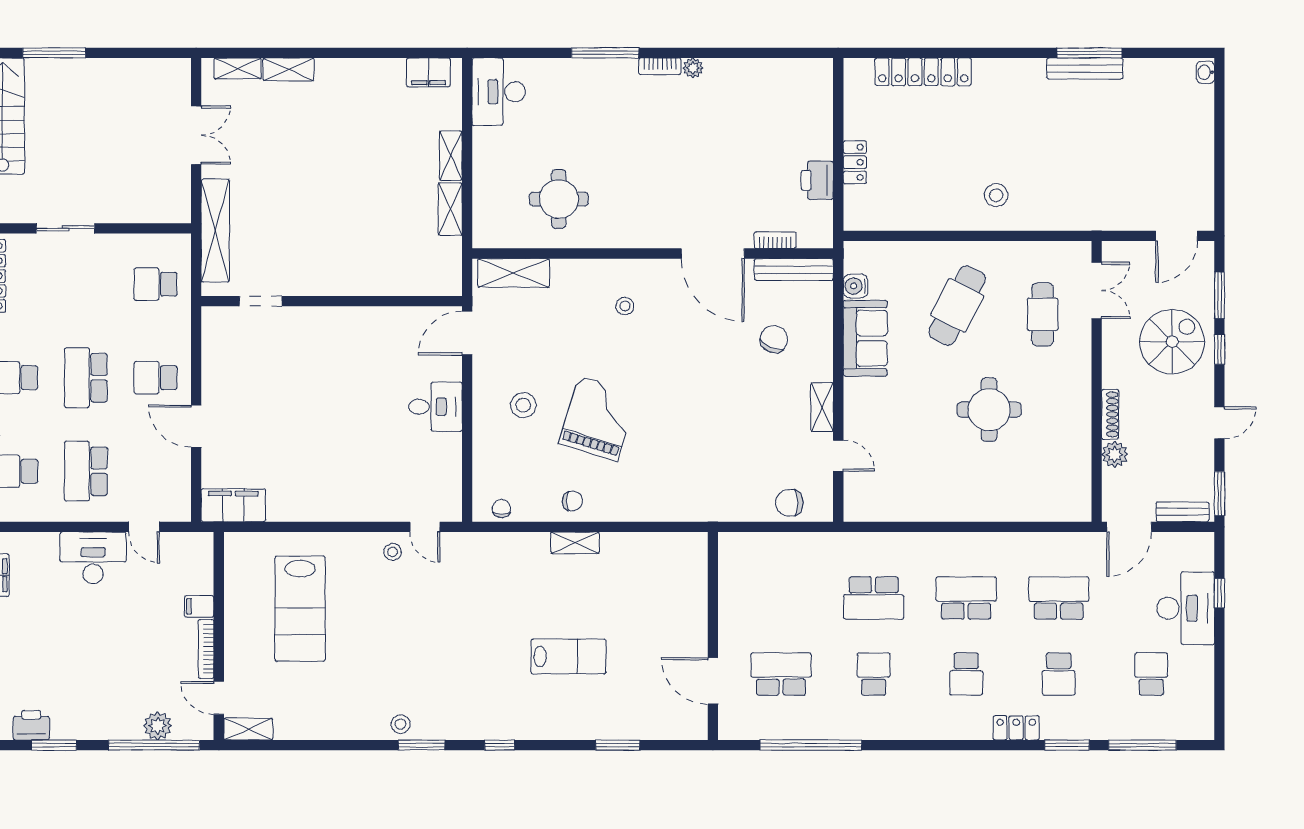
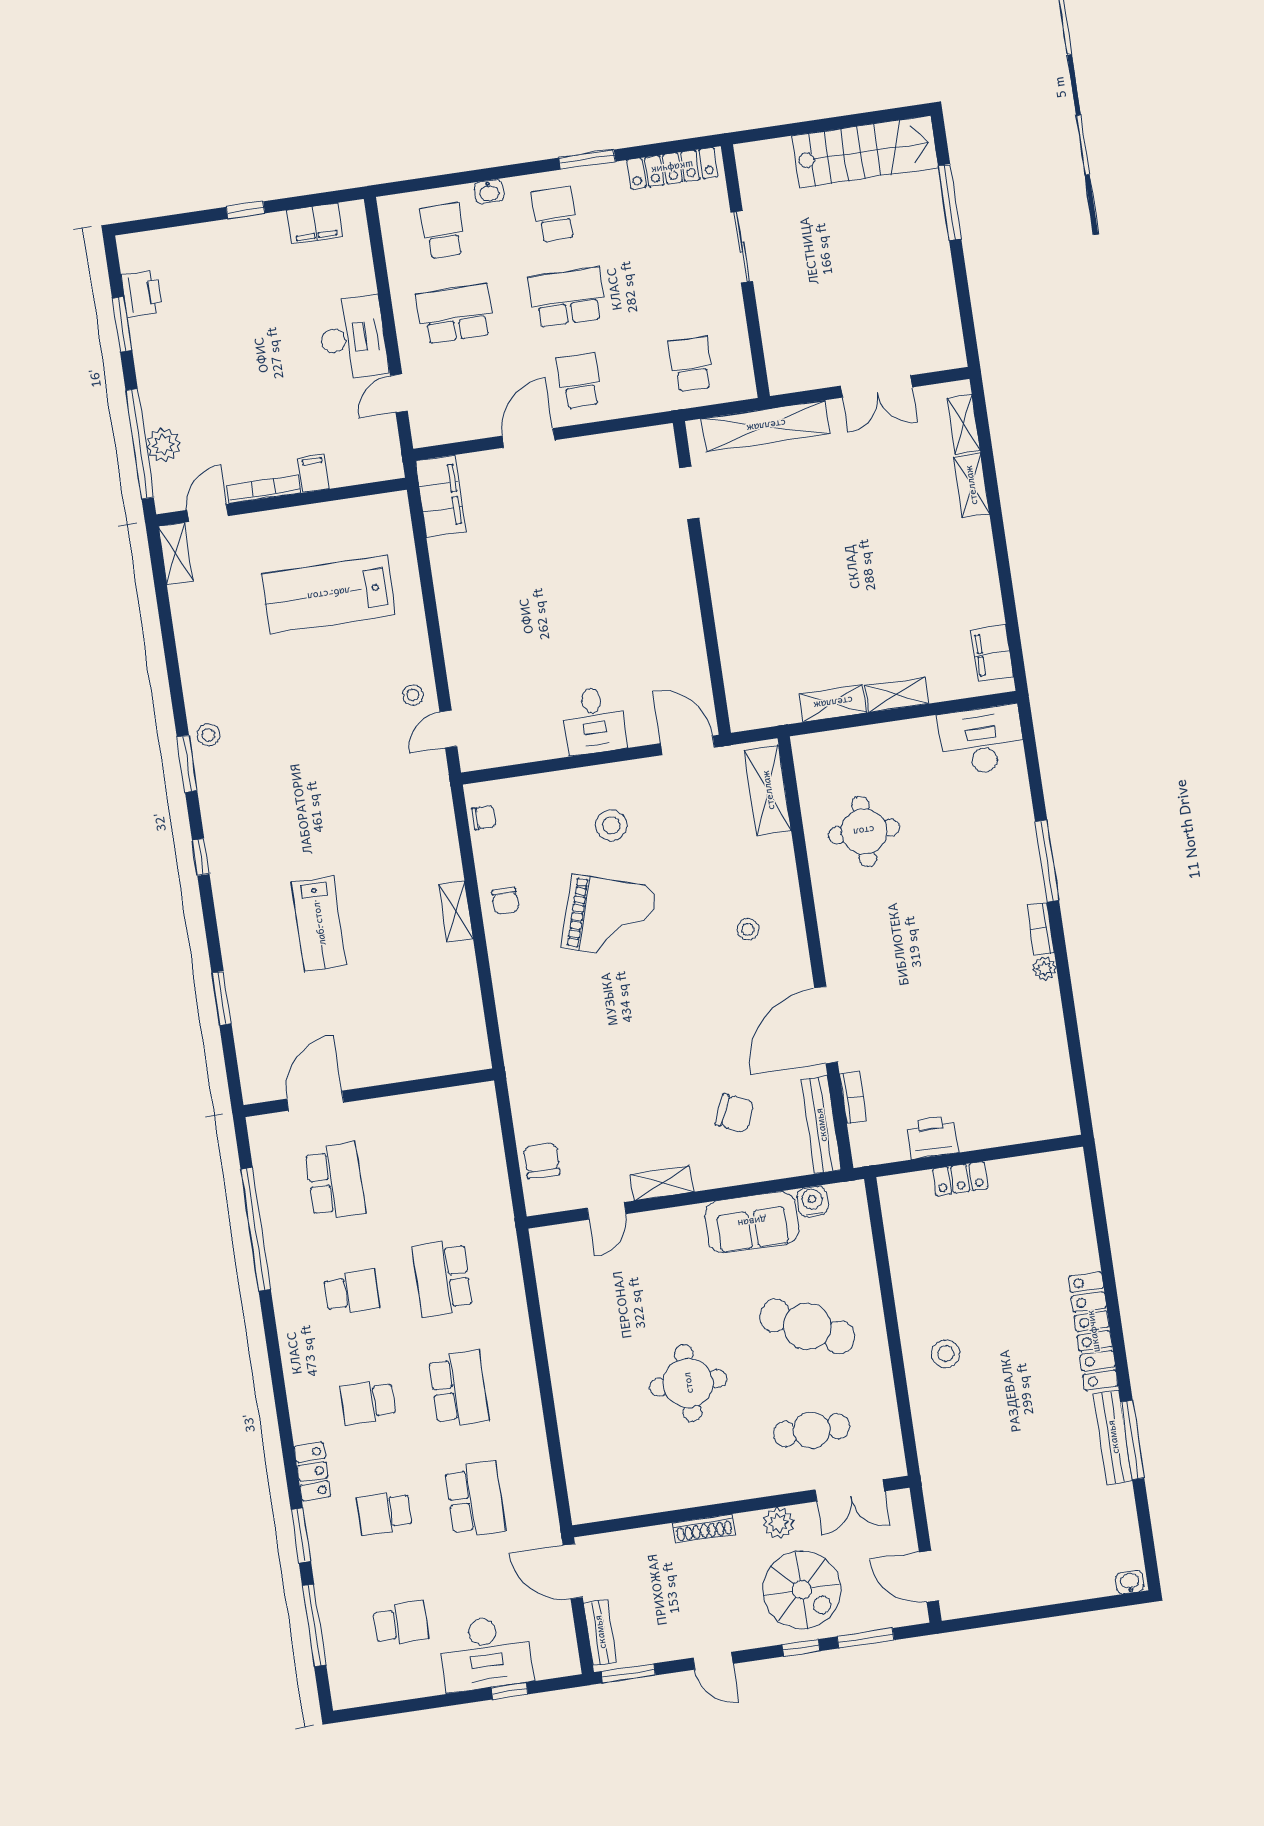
locker: (923, 72) -> (1093, 1331), moved
plant: (1115, 454) -> (779, 1523), moved

